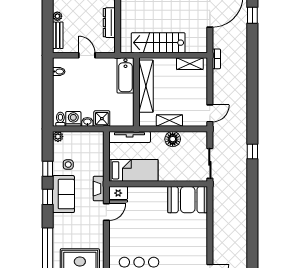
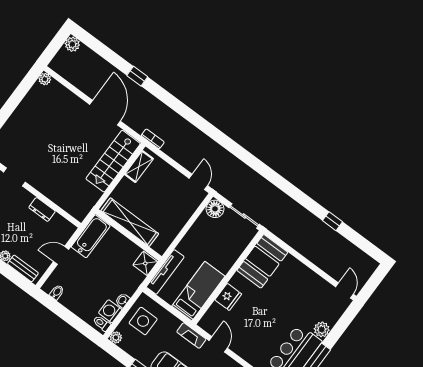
dresser: (109, 23) -> (42, 209), width x0.70
stairs: (158, 43) -> (113, 161), moved
bathtub: (125, 75) -> (91, 236), moved, turned -90
shower: (102, 119) -> (145, 263), moved
shelving: (169, 121) -> (177, 224), removed
floor lamp: (173, 139) -> (215, 209), moved
window: (252, 151) -> (333, 221), moved
side table: (68, 165) -> (143, 321), moved, width x1.87, depth x1.87
fridge: (118, 194) -> (228, 297), moved

